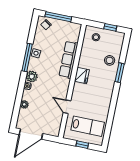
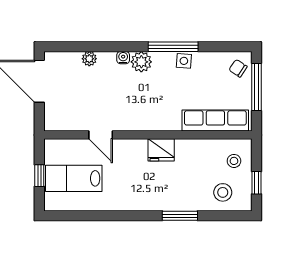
row of seats: (68, 60) -> (215, 120), moved
stool: (110, 60) -> (223, 192), moved
door: (67, 107) -> (101, 135), swing flipped
lab bench: (88, 126) -> (74, 178), turned 90

